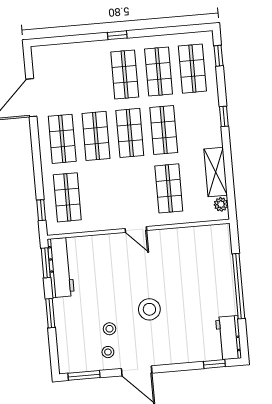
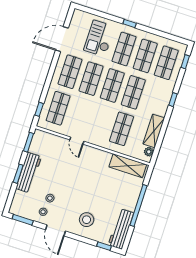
checkout: (83, 74) -> (99, 38), added
door: (136, 230) -> (77, 141), moved
shelving: (200, 236) -> (128, 166), added
workbench: (61, 267) -> (29, 173), moved
stool: (149, 309) -> (87, 220), moved
workbench: (229, 338) -> (121, 229), width x1.38

